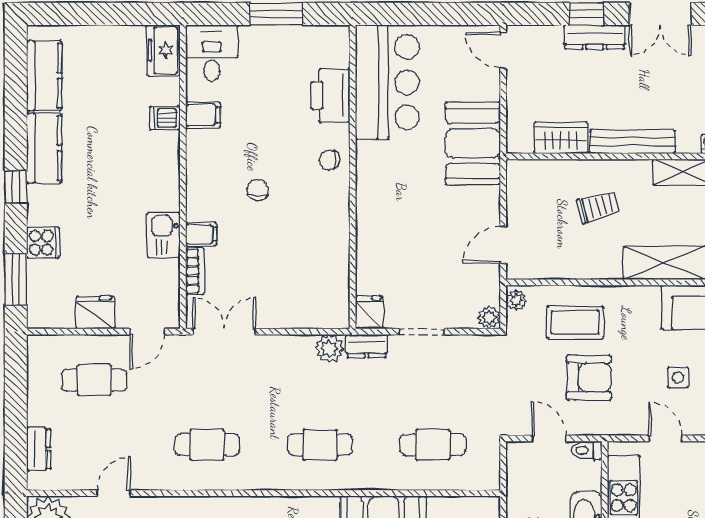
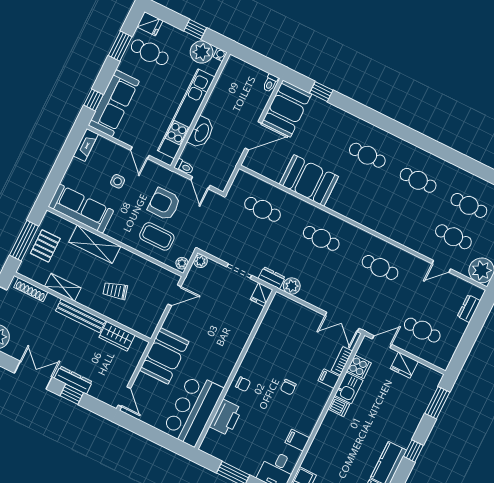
dishwasher: (165, 118) -> (339, 407), moved
cooker: (43, 243) -> (359, 367), moved, turned 180

